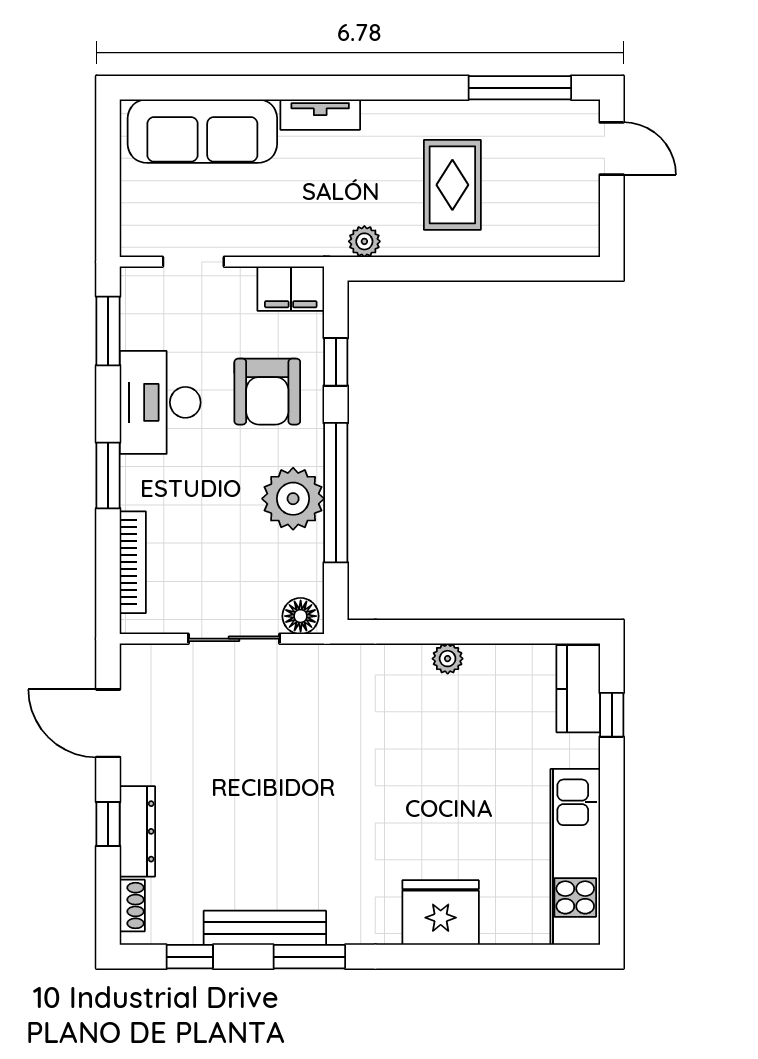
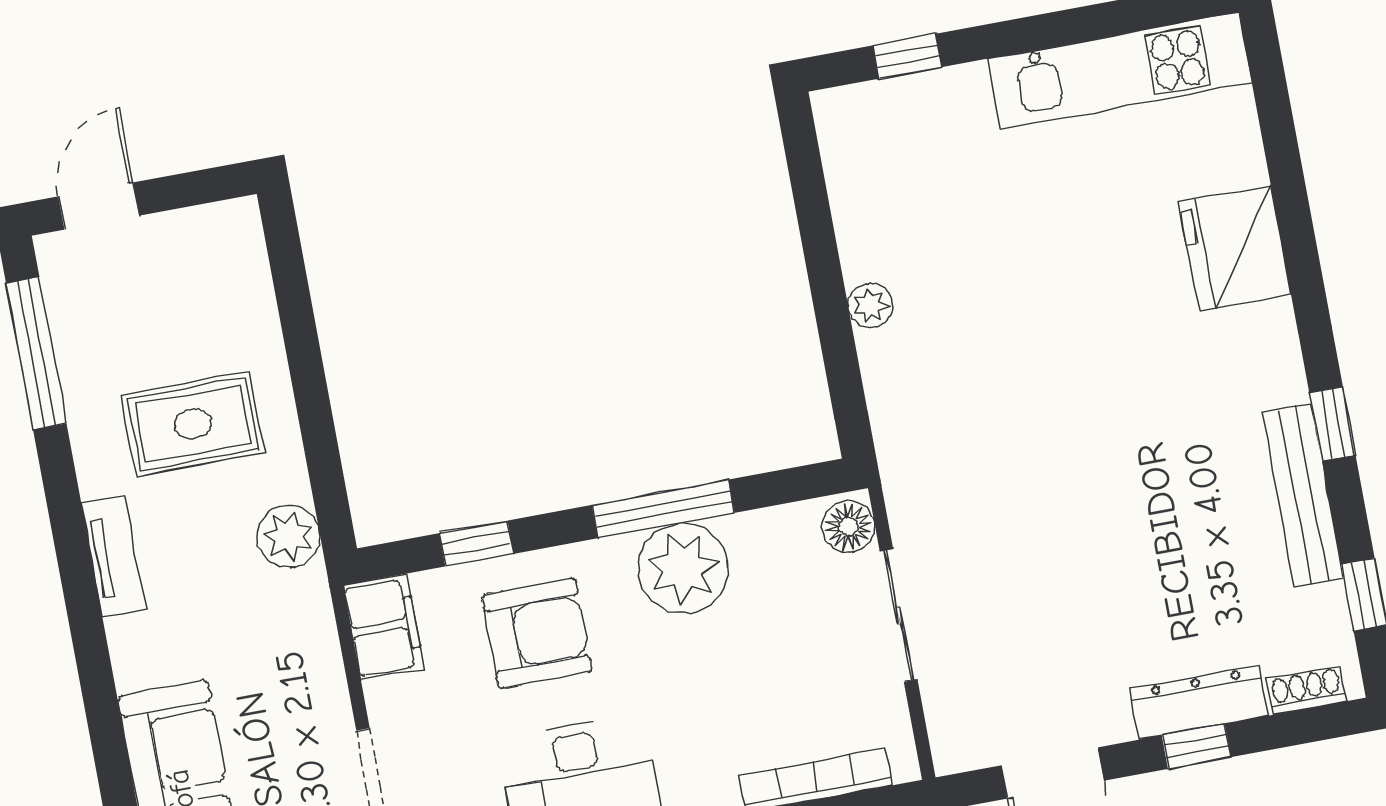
tv unit: (320, 115) -> (114, 556), moved
plant: (364, 241) -> (288, 536), width x1.38, depth x1.38
window: (336, 493) -> (663, 509), width x0.68
kitchen counter: (578, 689) -> (879, 111), removed
window: (309, 957) -> (1332, 424), width x0.67

